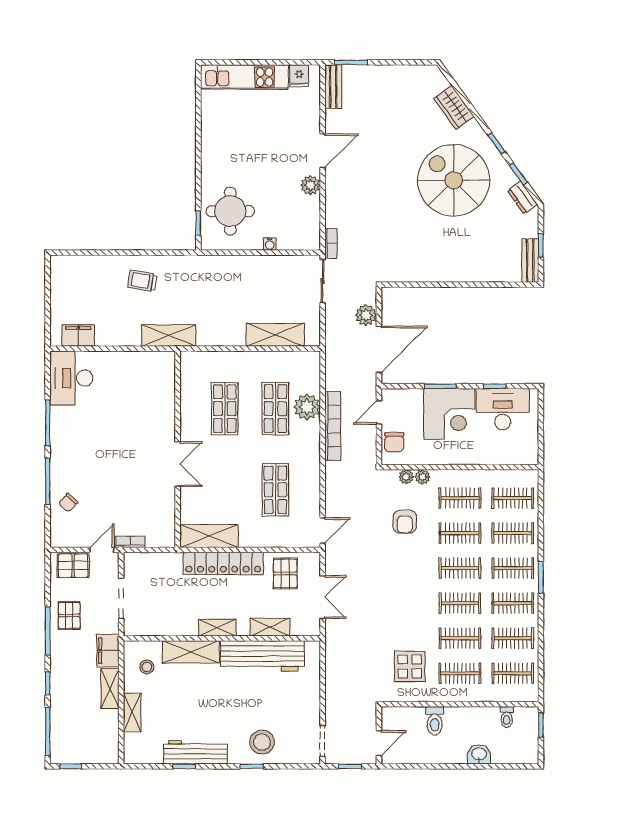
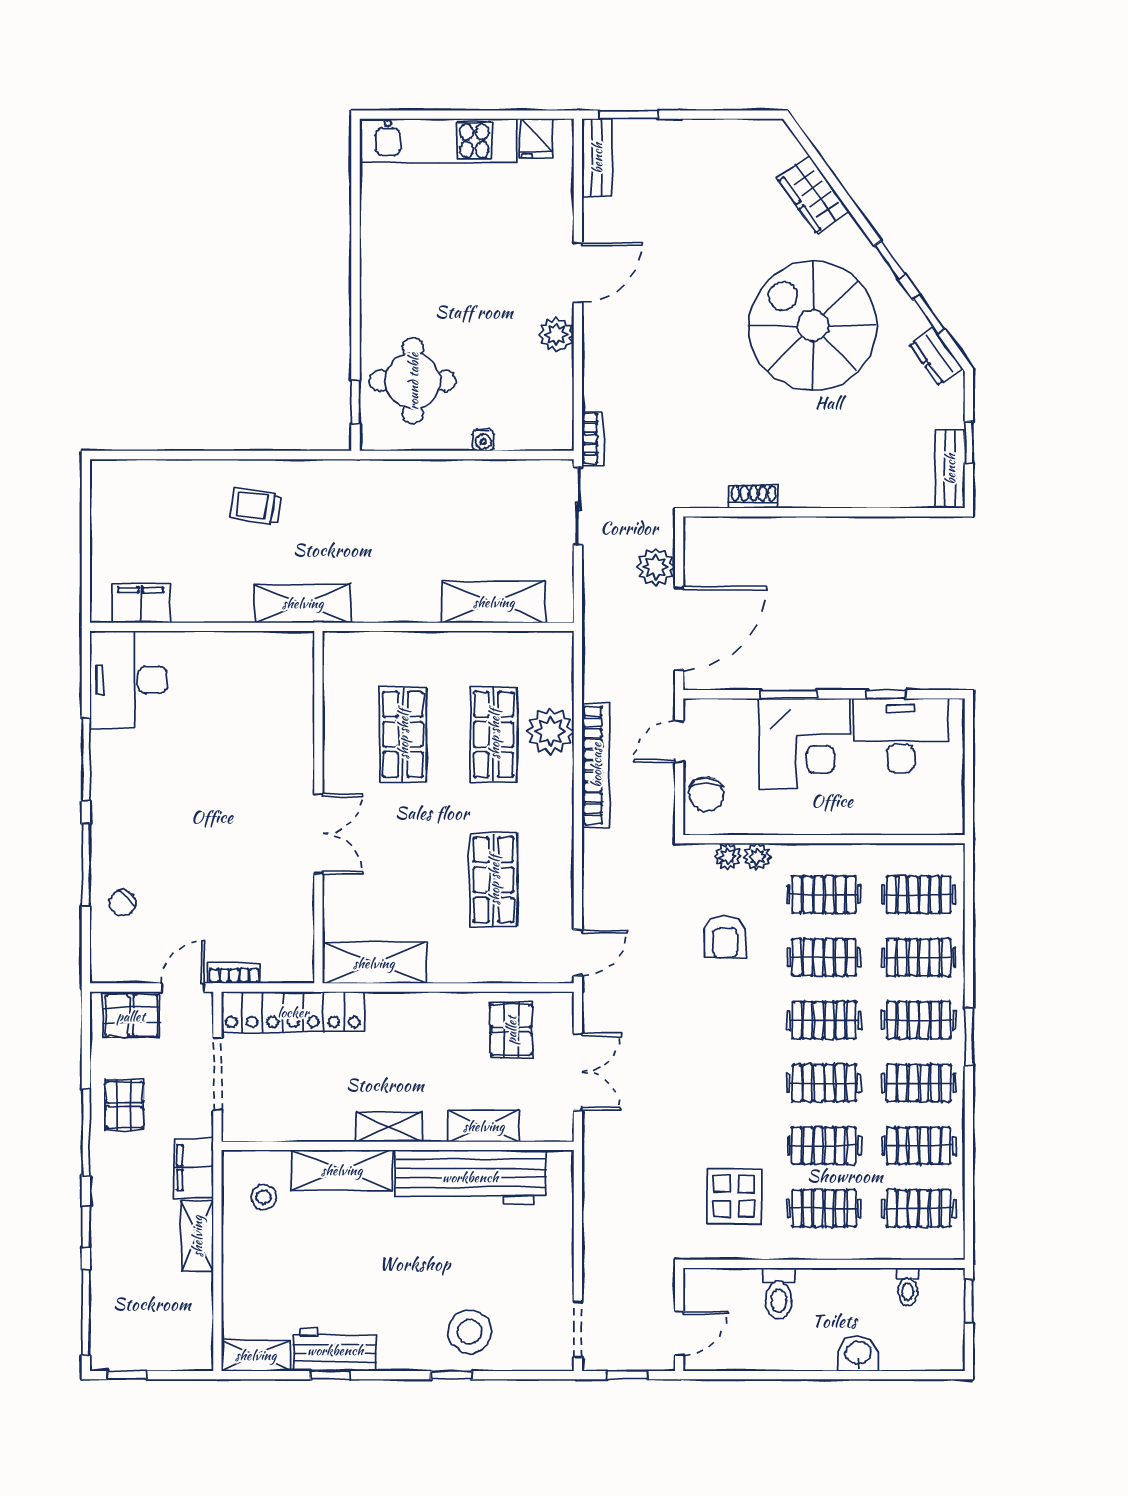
shoe rack: (421, 276) -> (754, 496), added
locker: (223, 563) -> (293, 1012), moved
shelving: (132, 713) -> (256, 1355), moved, turned 90
workbench: (196, 752) -> (335, 1350), width x0.73

